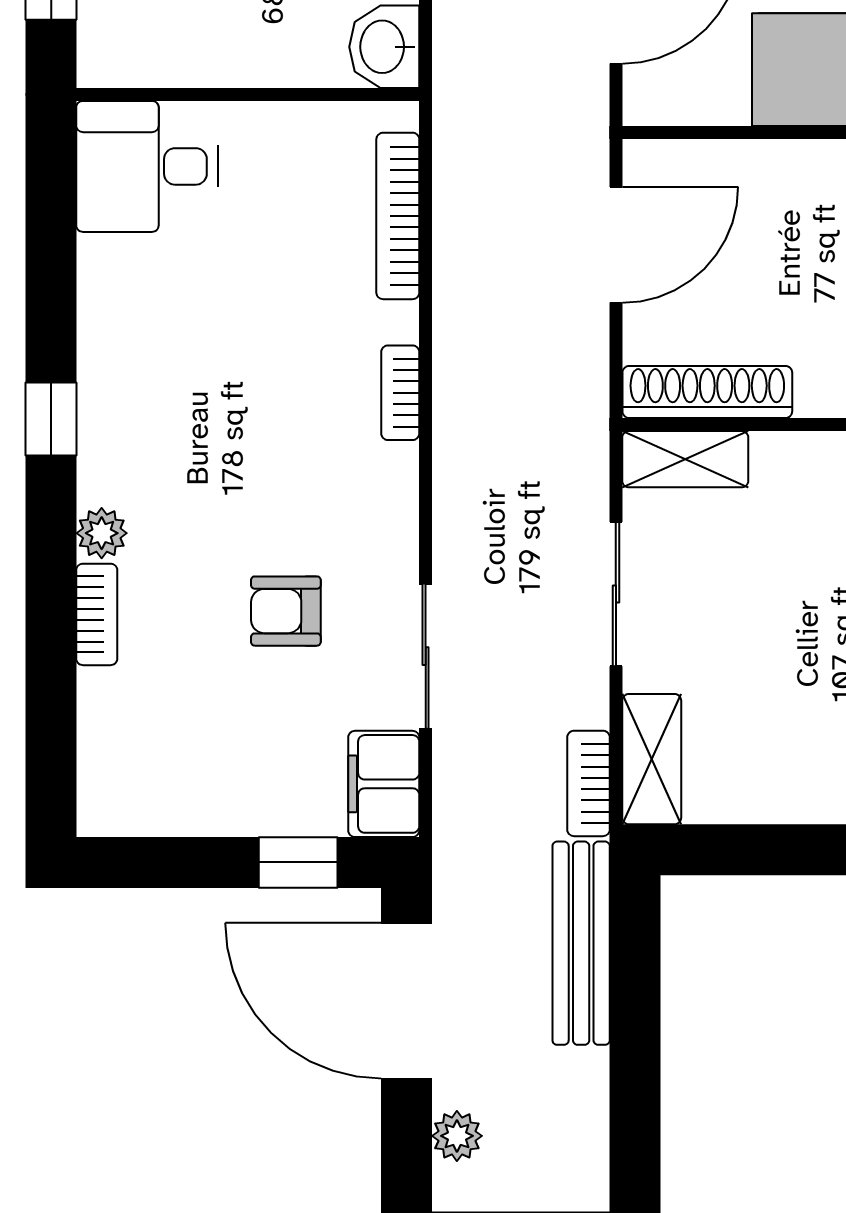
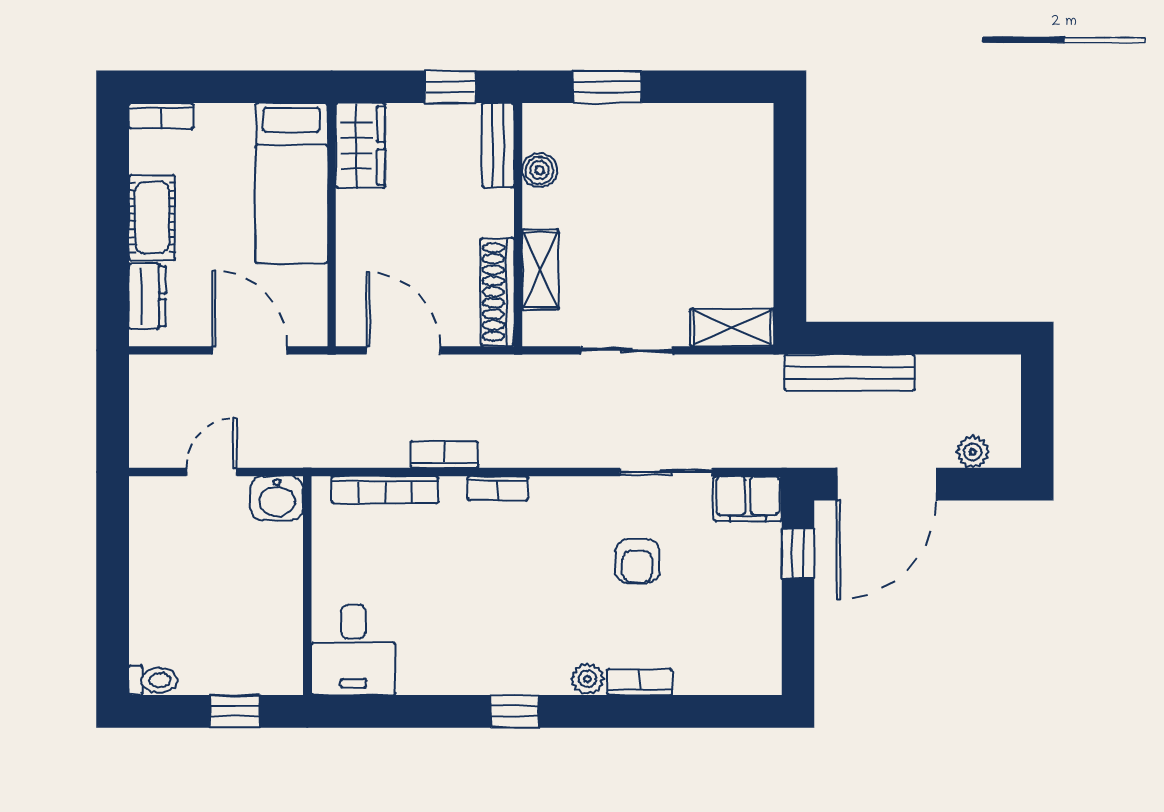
shelving: (685, 459) -> (540, 270), moved
bookcase: (588, 783) -> (444, 454), moved, turned 180

